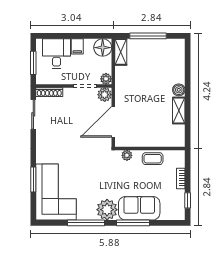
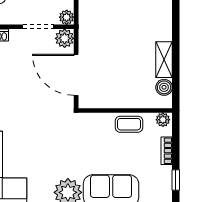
boiler: (179, 90) -> (164, 87), moved
door: (113, 122) -> (76, 75), hinge flipped
plant: (127, 155) -> (163, 120), moved

